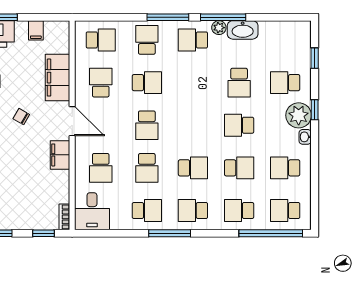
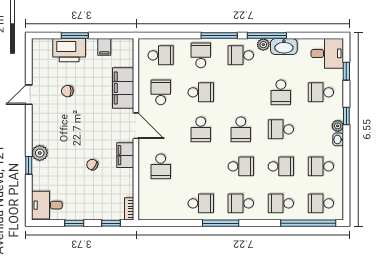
plant: (299, 115) -> (338, 126), width x0.53, depth x0.53
chair: (21, 117) -> (92, 165), moved
school desk: (147, 168) -> (241, 129), moved
desk: (92, 211) -> (327, 53), moved, turned -90

